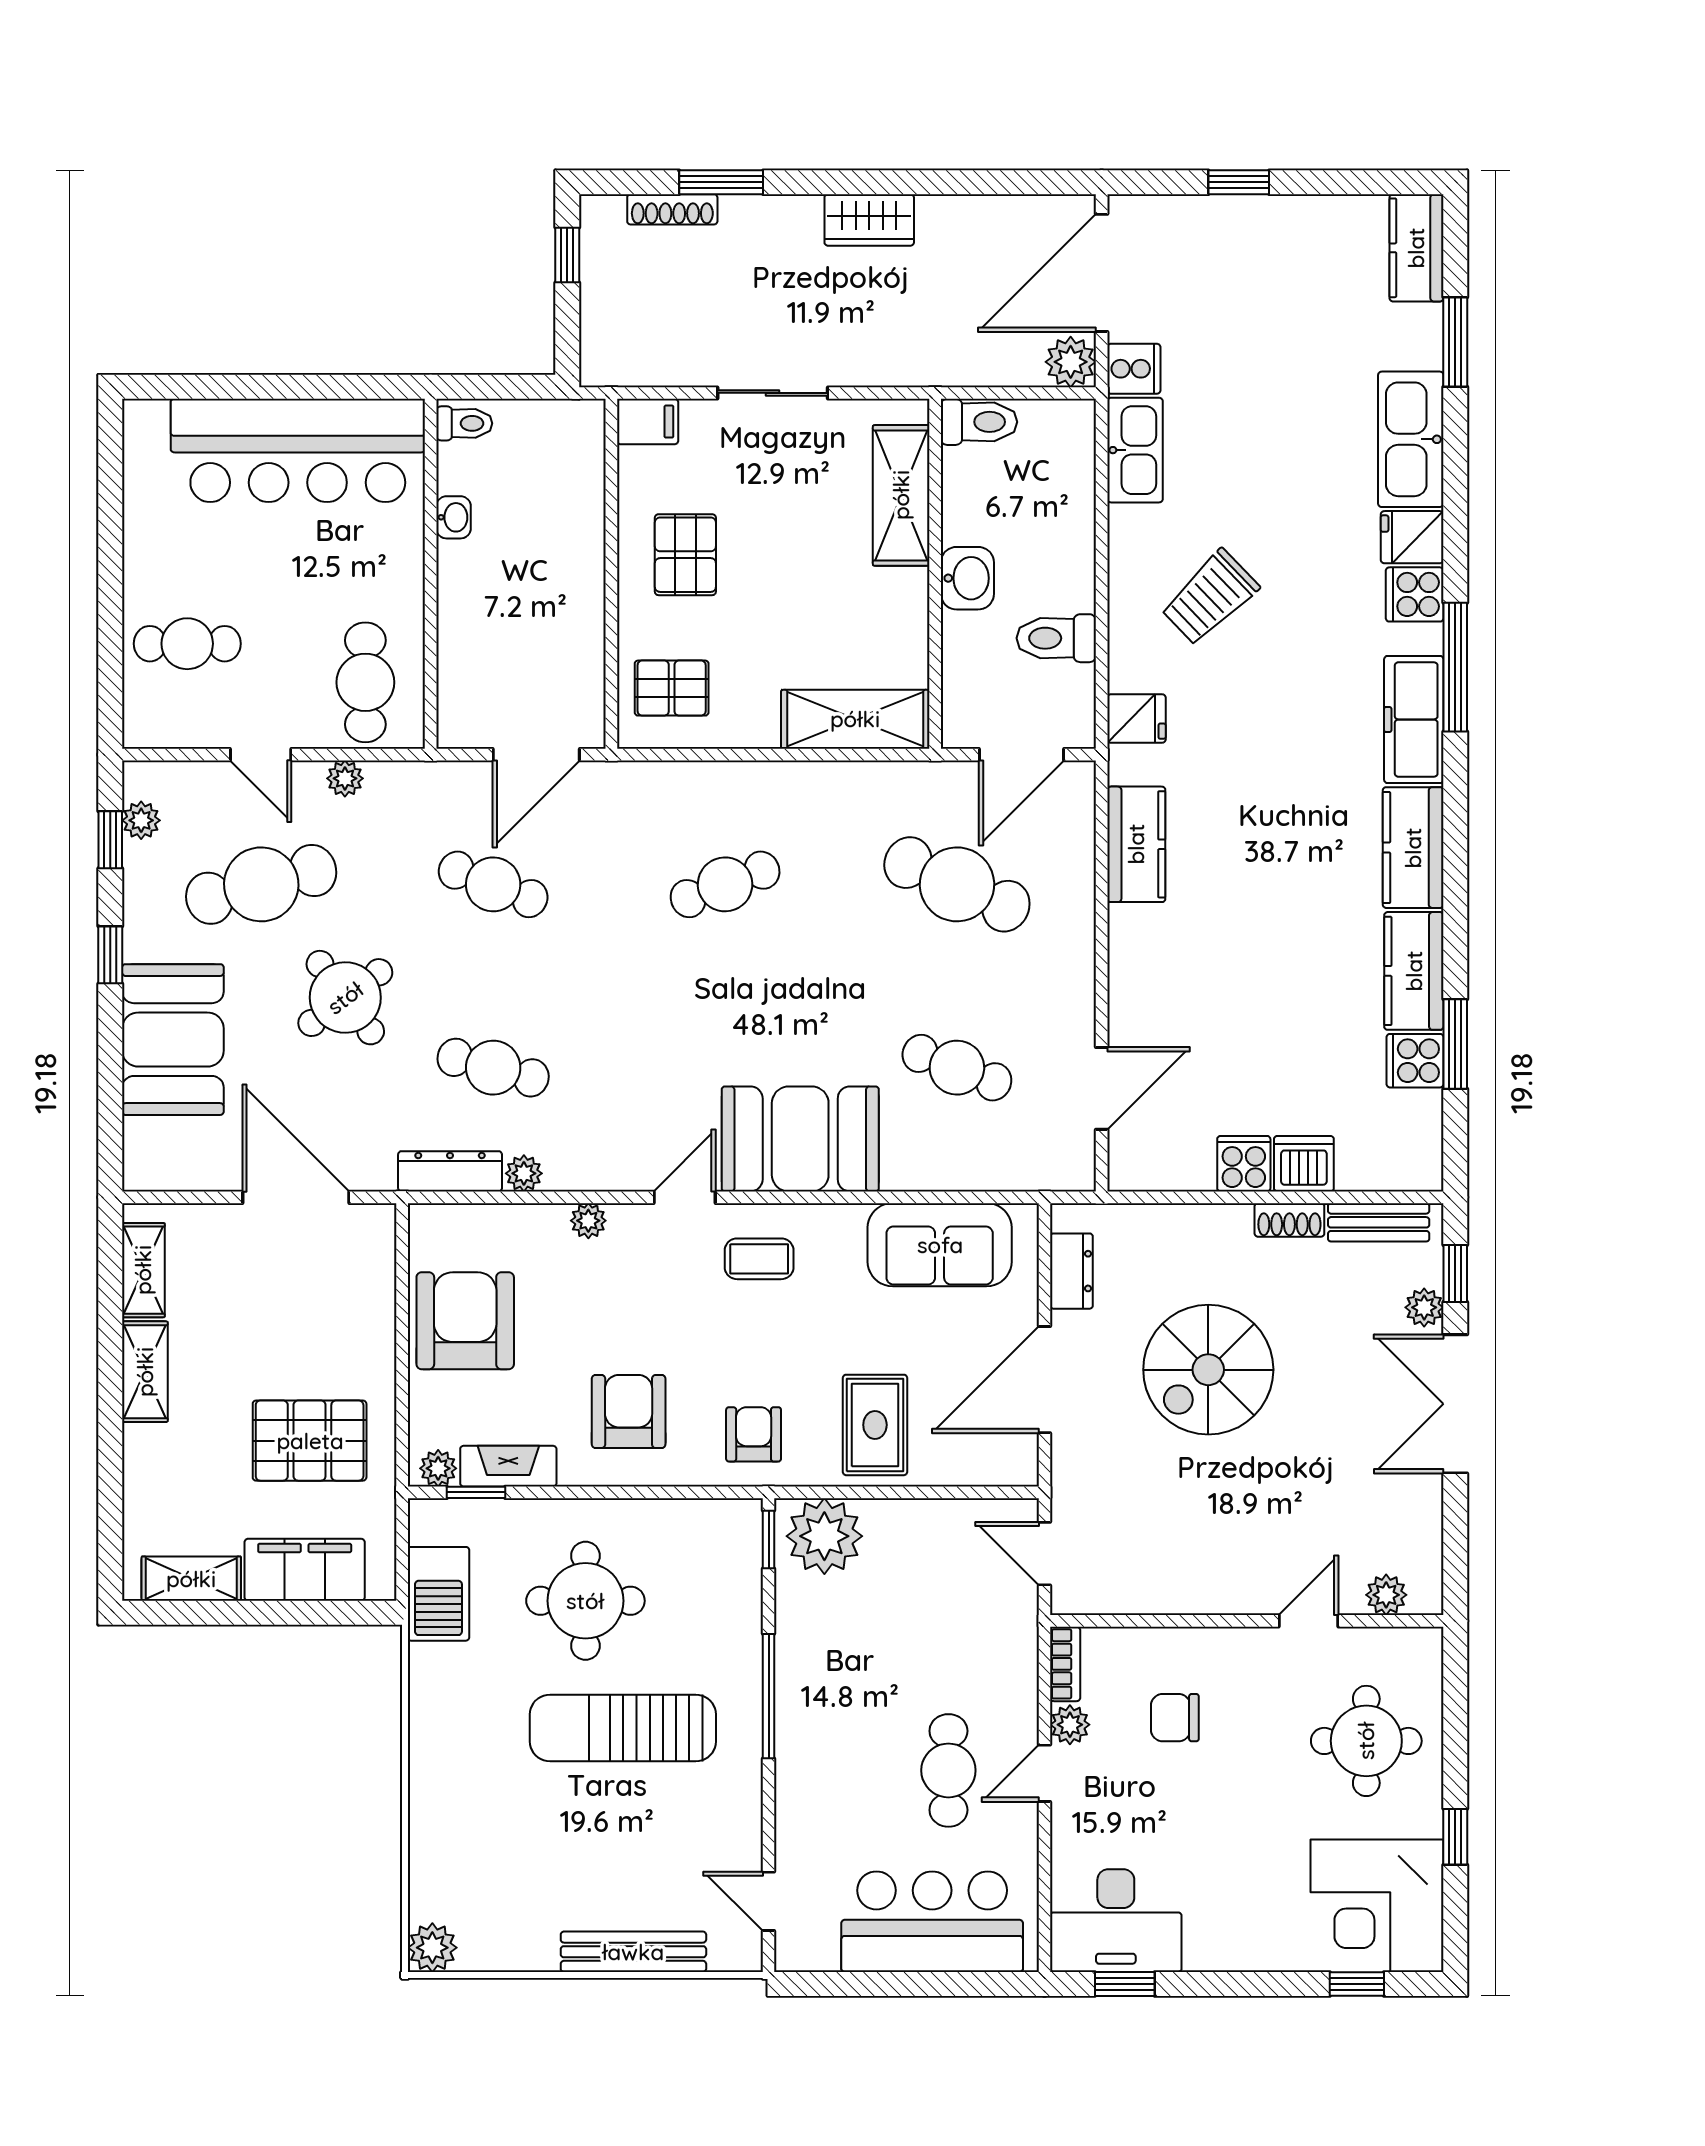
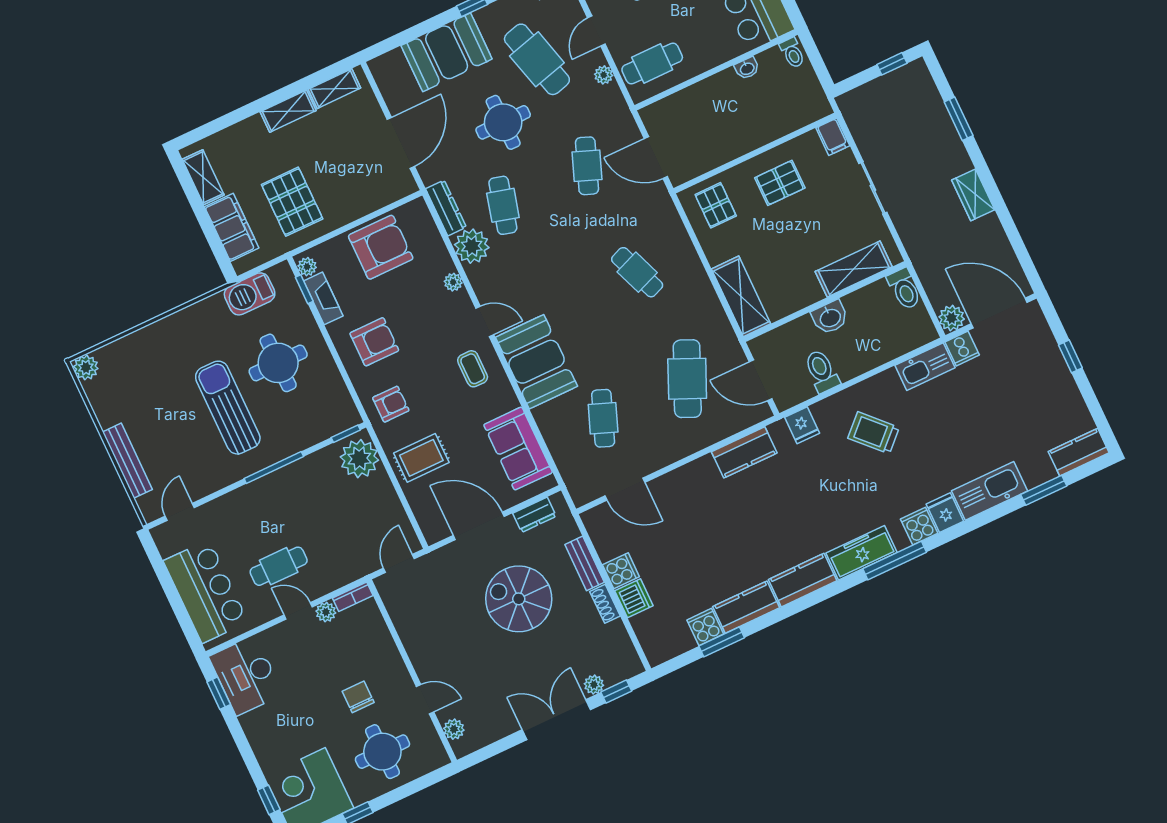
shoe rack: (672, 209) -> (936, 102), removed
round table: (345, 998) -> (503, 122), turned 37
plant: (524, 1173) -> (472, 246), width x1.87, depth x1.87
bench: (1379, 1222) -> (585, 563), moved
chair: (1175, 1718) -> (358, 697), moved

